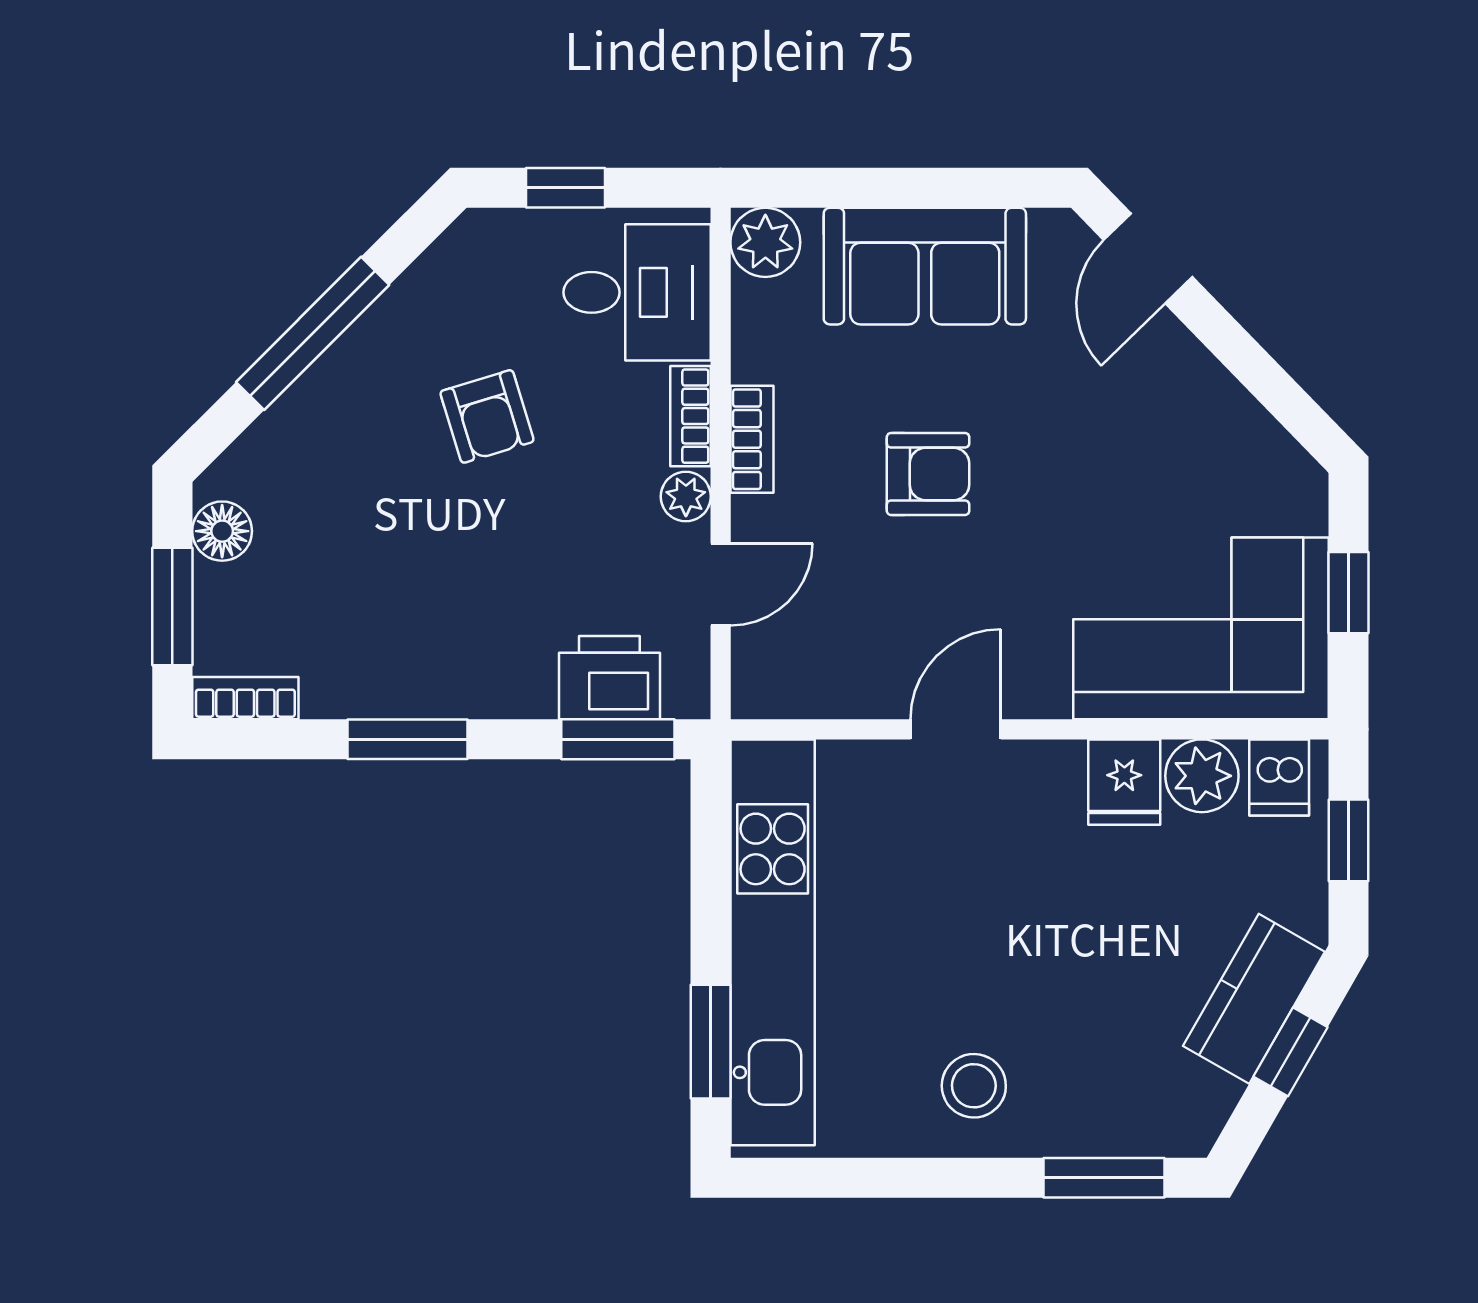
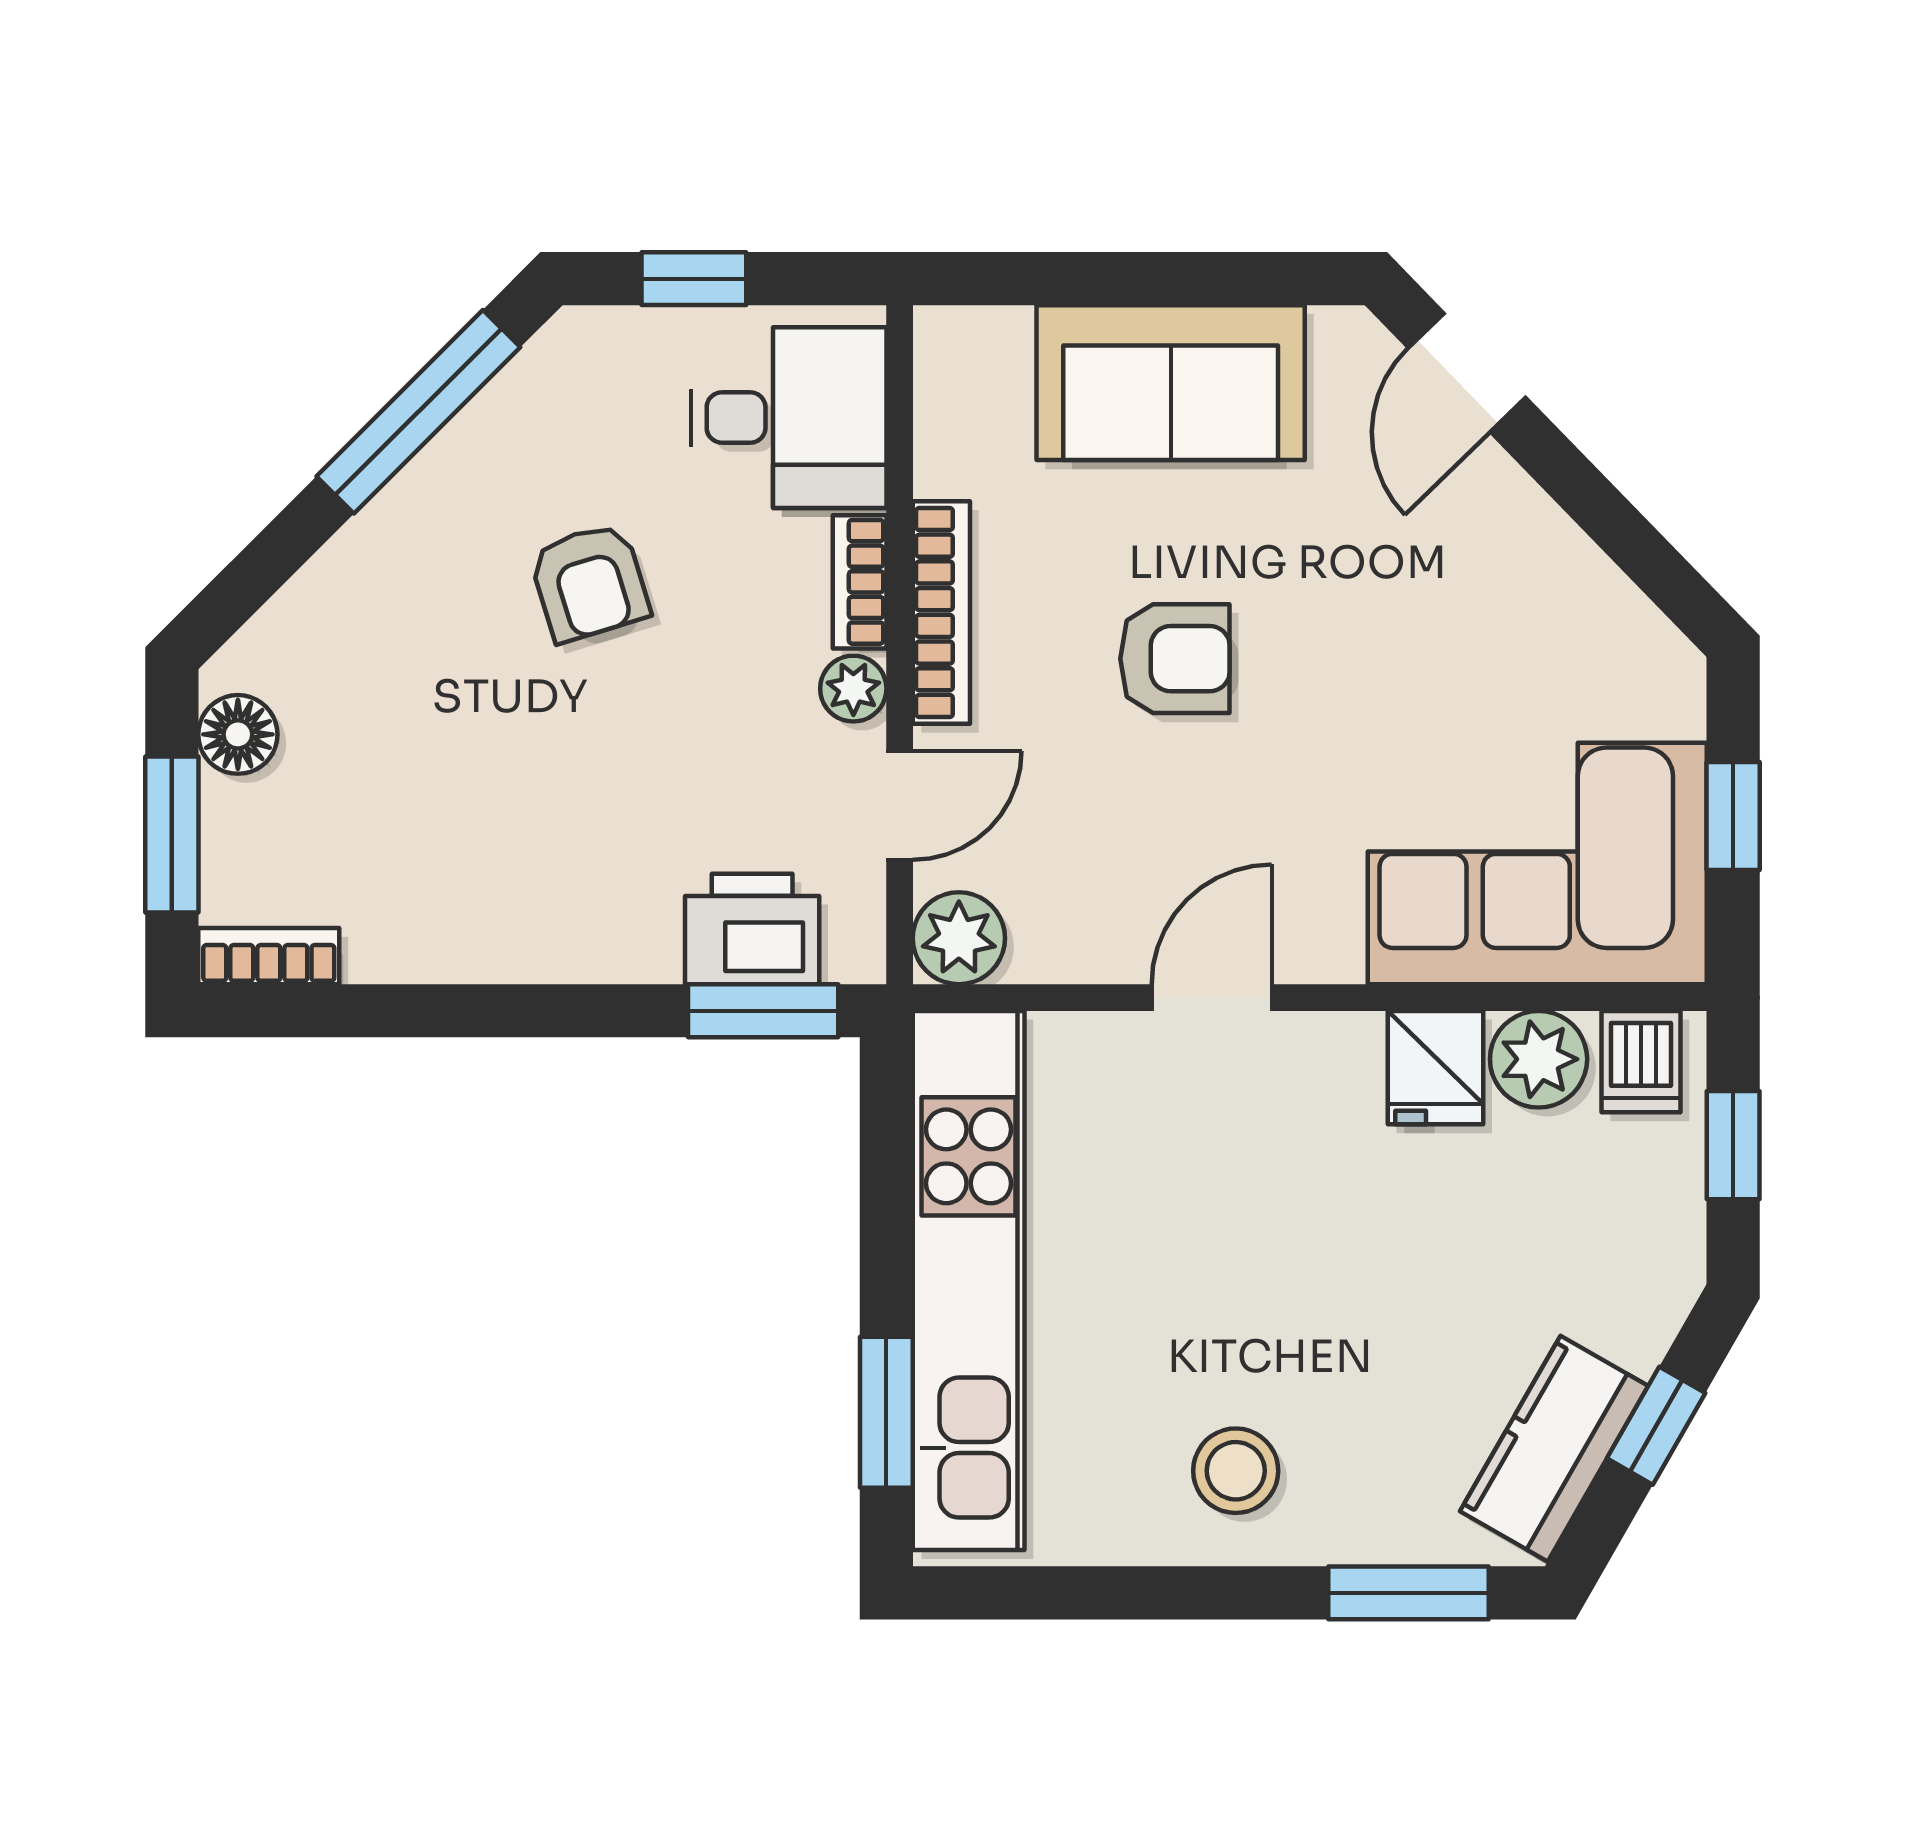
plant: (765, 242) -> (959, 938), moved
window: (313, 333) -> (418, 412), moved
bookcase: (752, 439) -> (941, 612), width x1.56
window: (408, 739) -> (484, 1011), removed
kitchen counter: (1254, 999) -> (1554, 1449), moved

